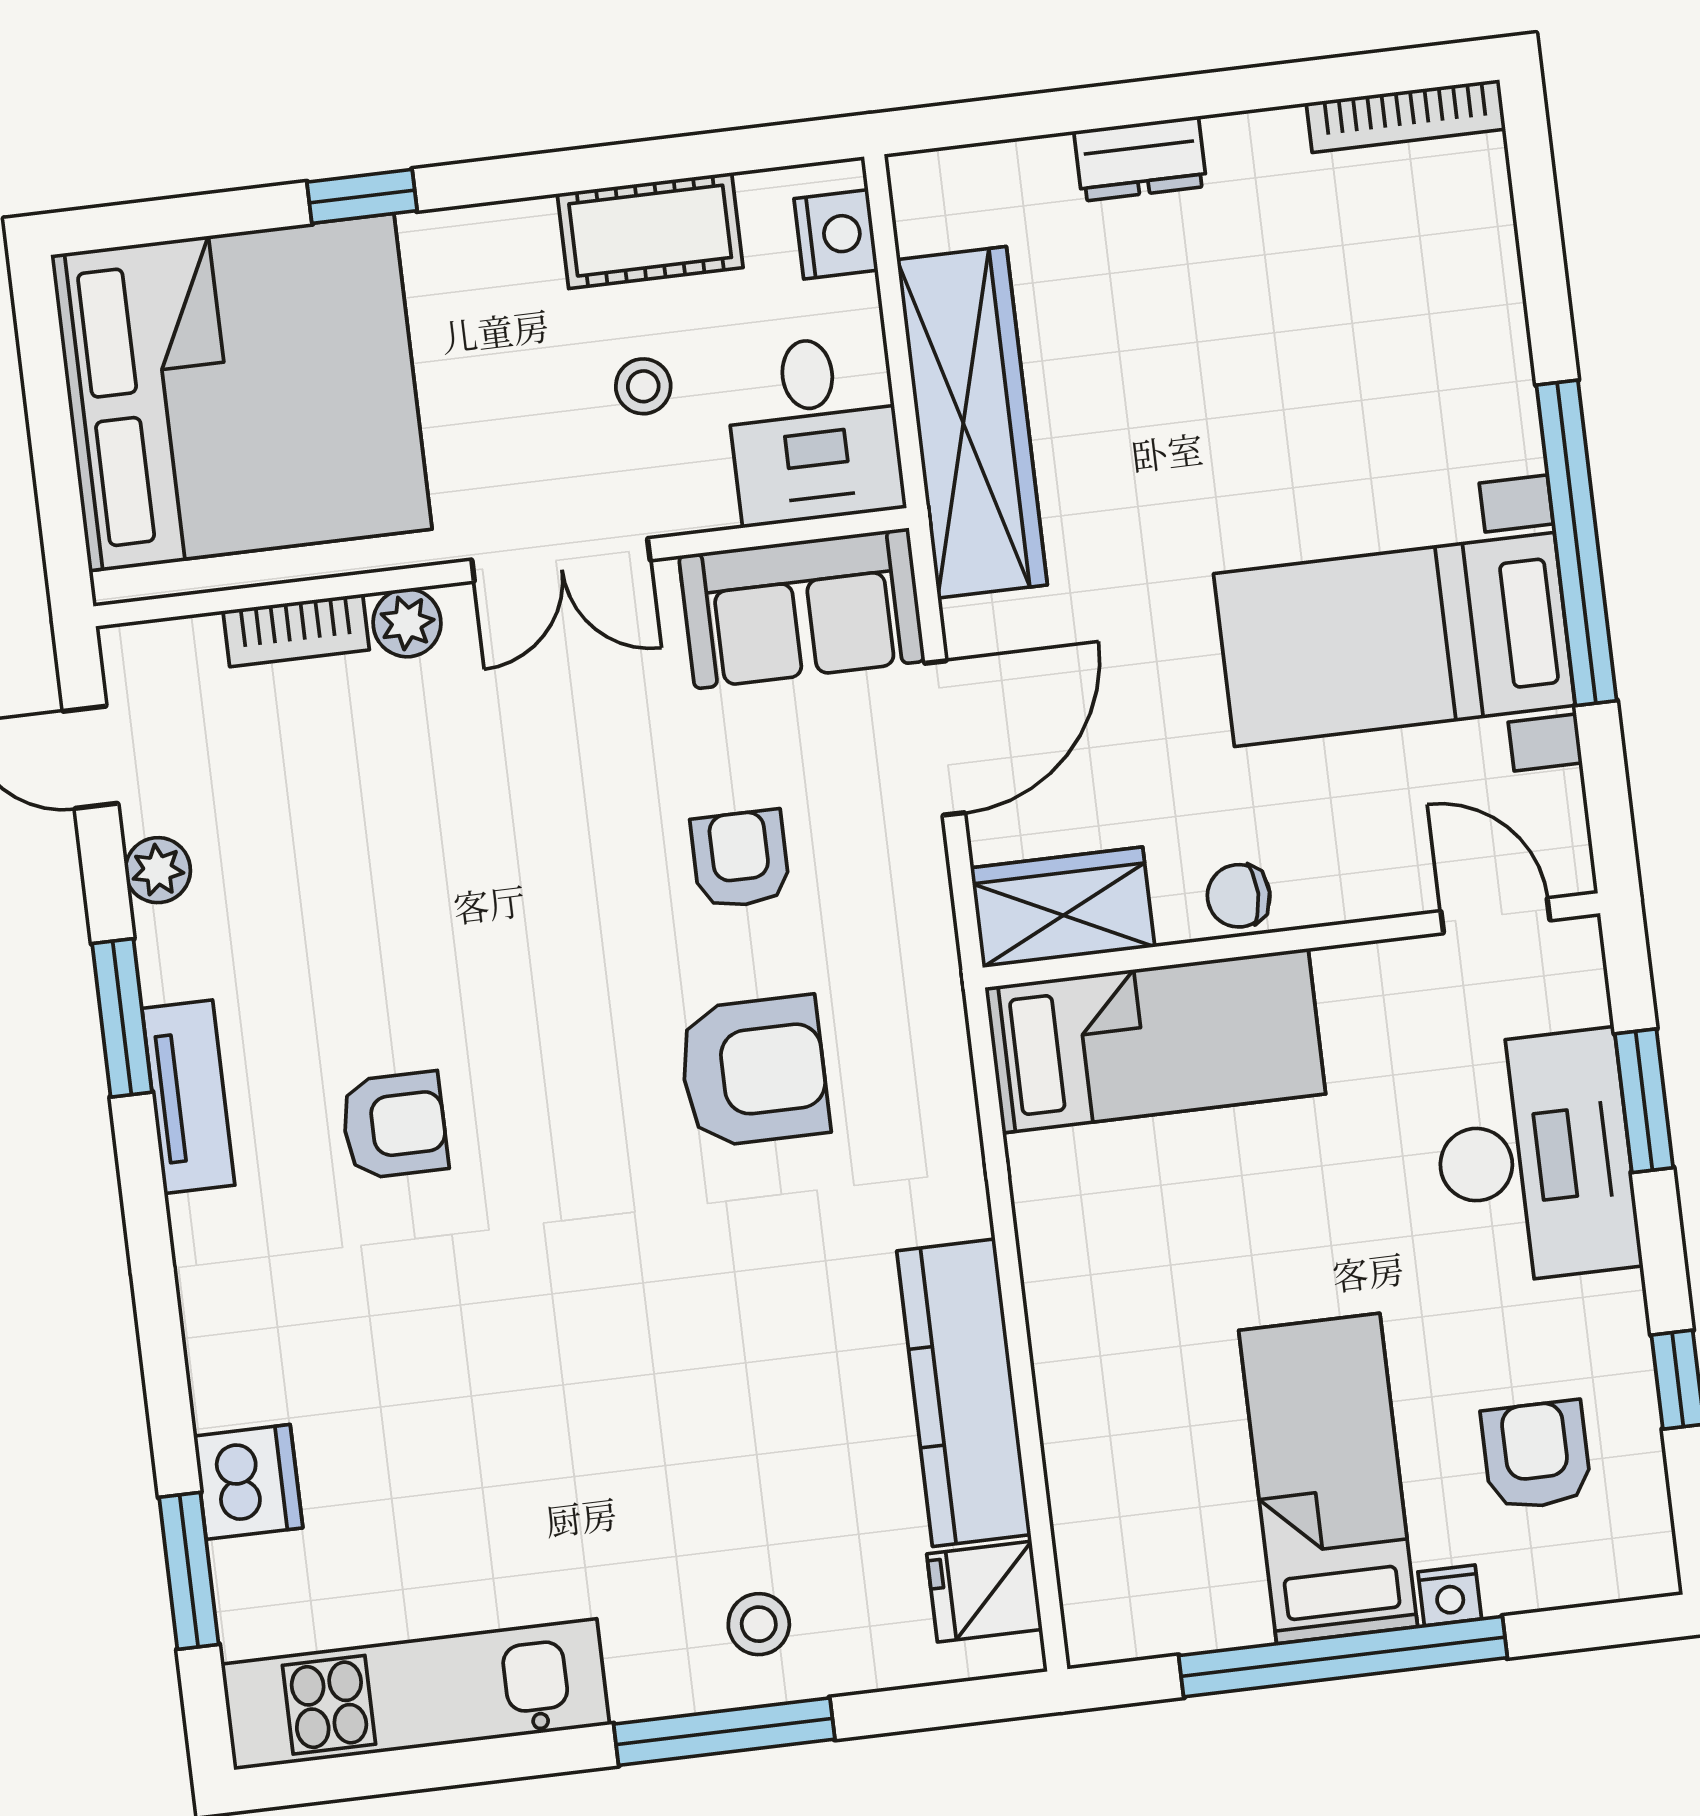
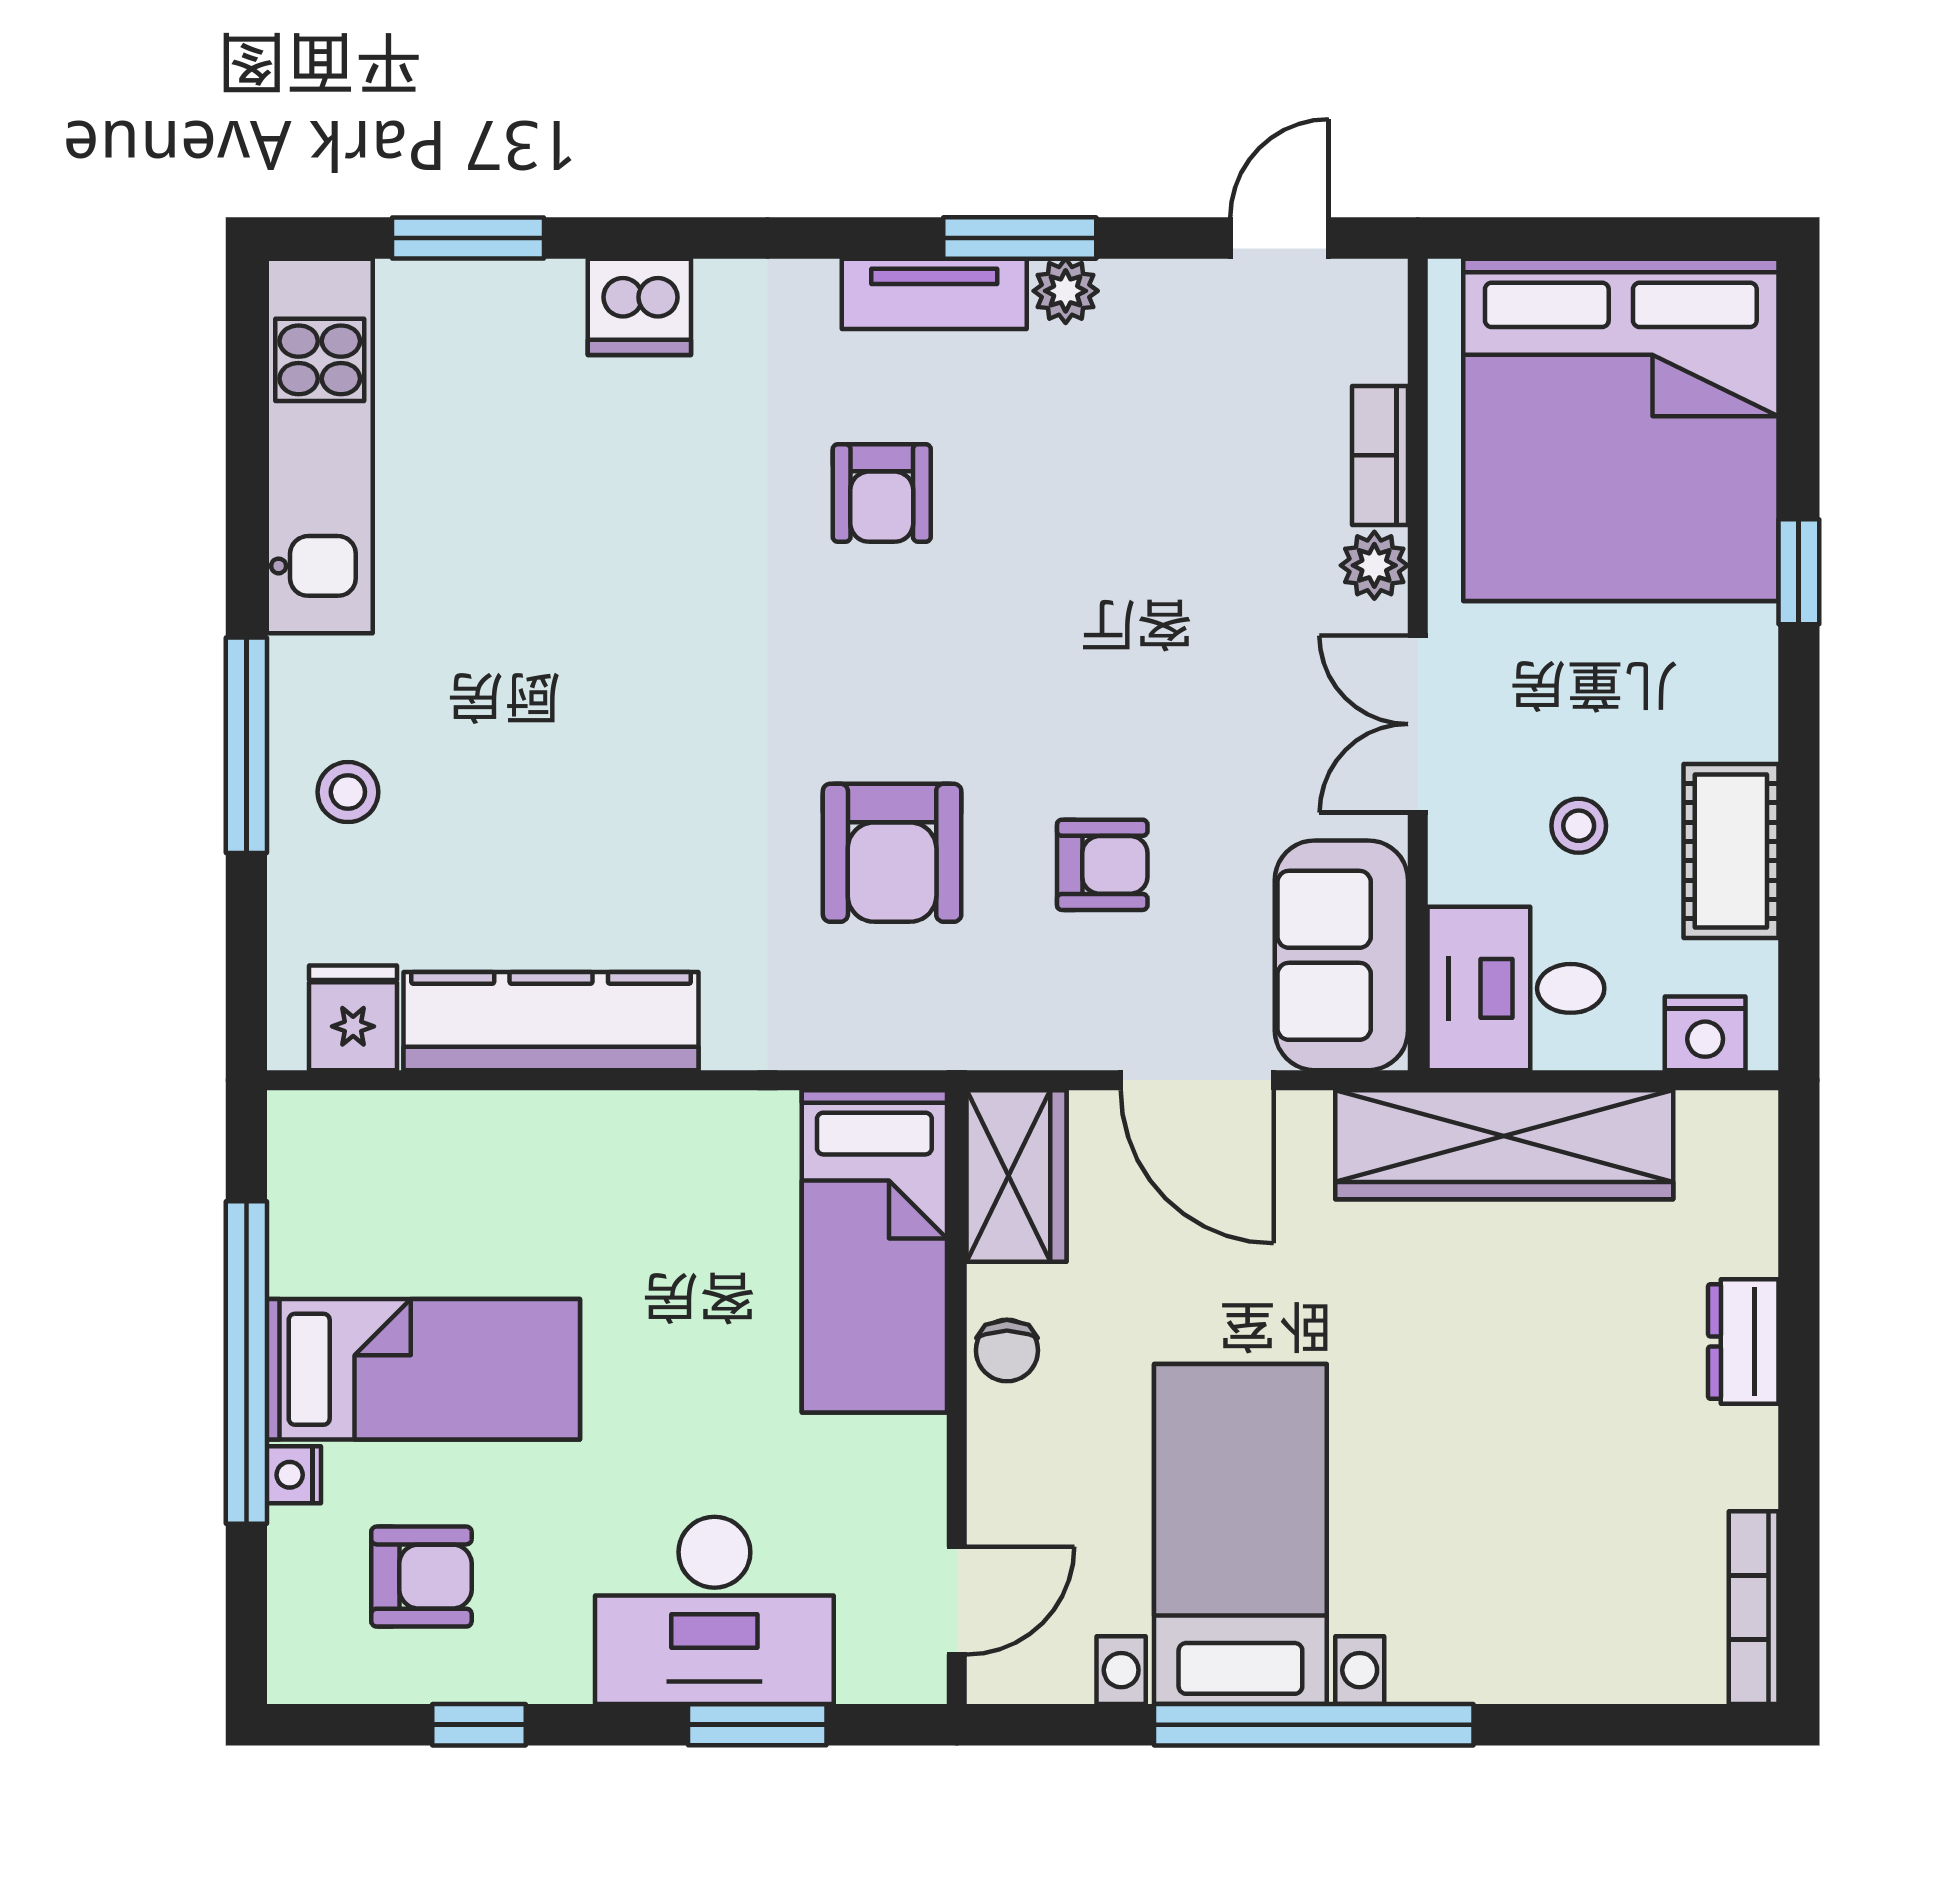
plant: (158, 870) -> (1066, 291), moved
chair: (1239, 896) -> (1007, 1350), turned 180
dishwasher: (248, 1482) -> (639, 307), moved

